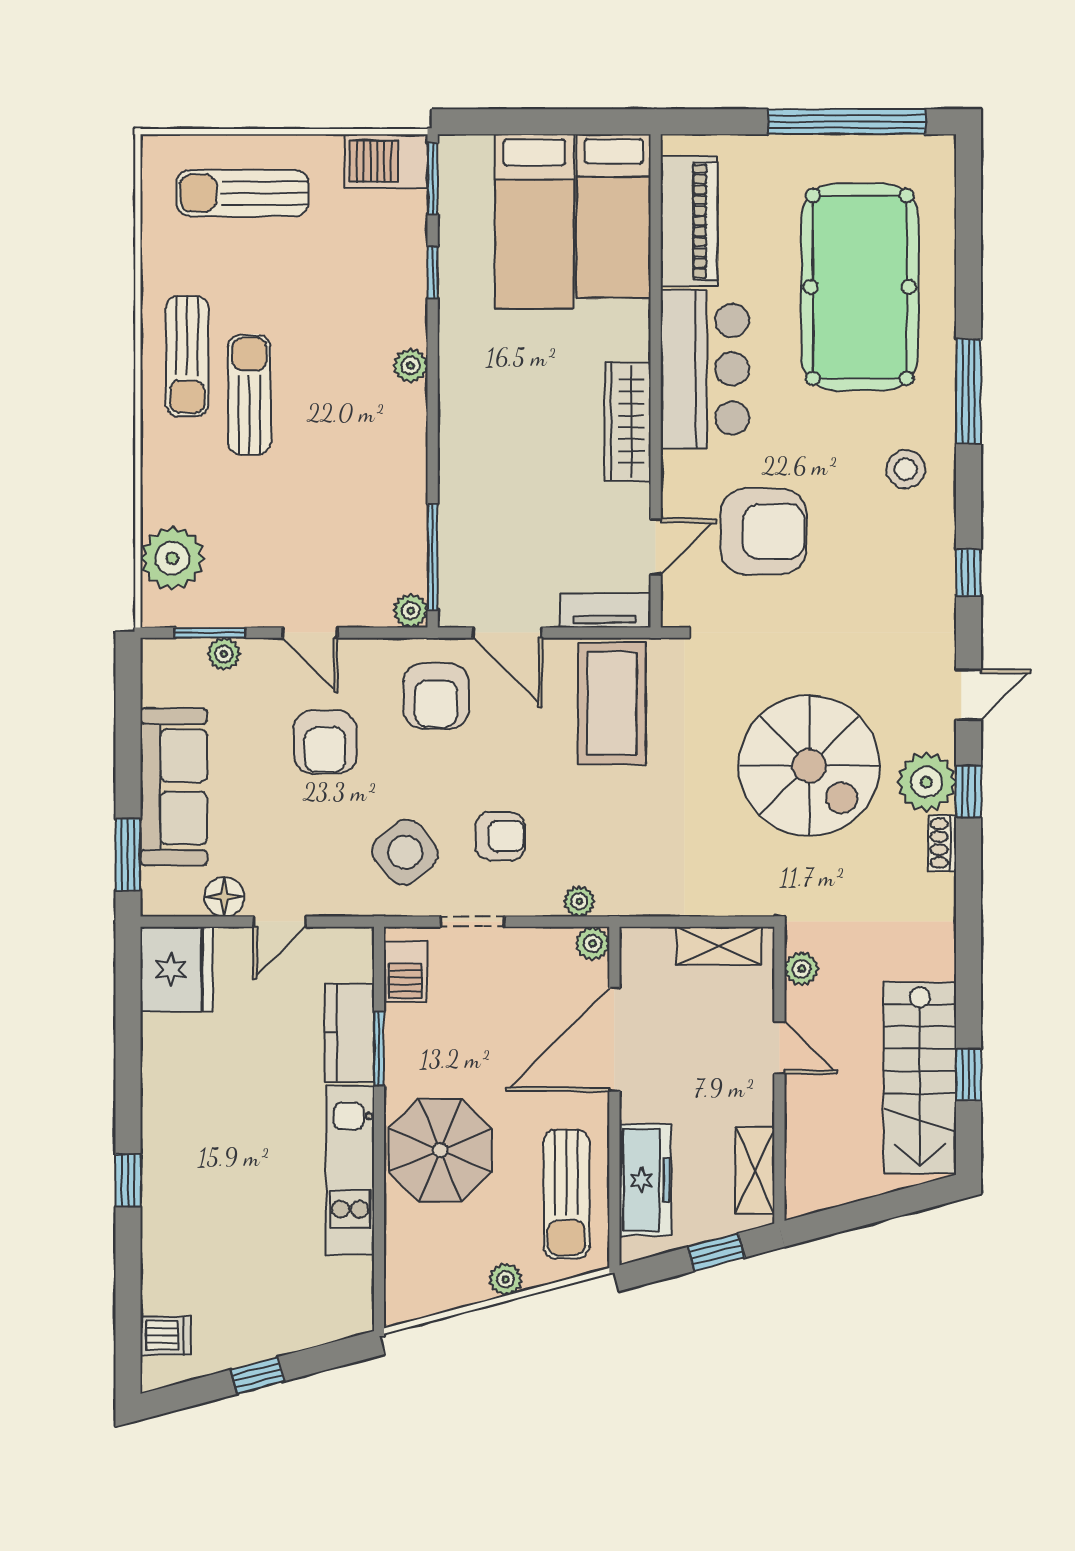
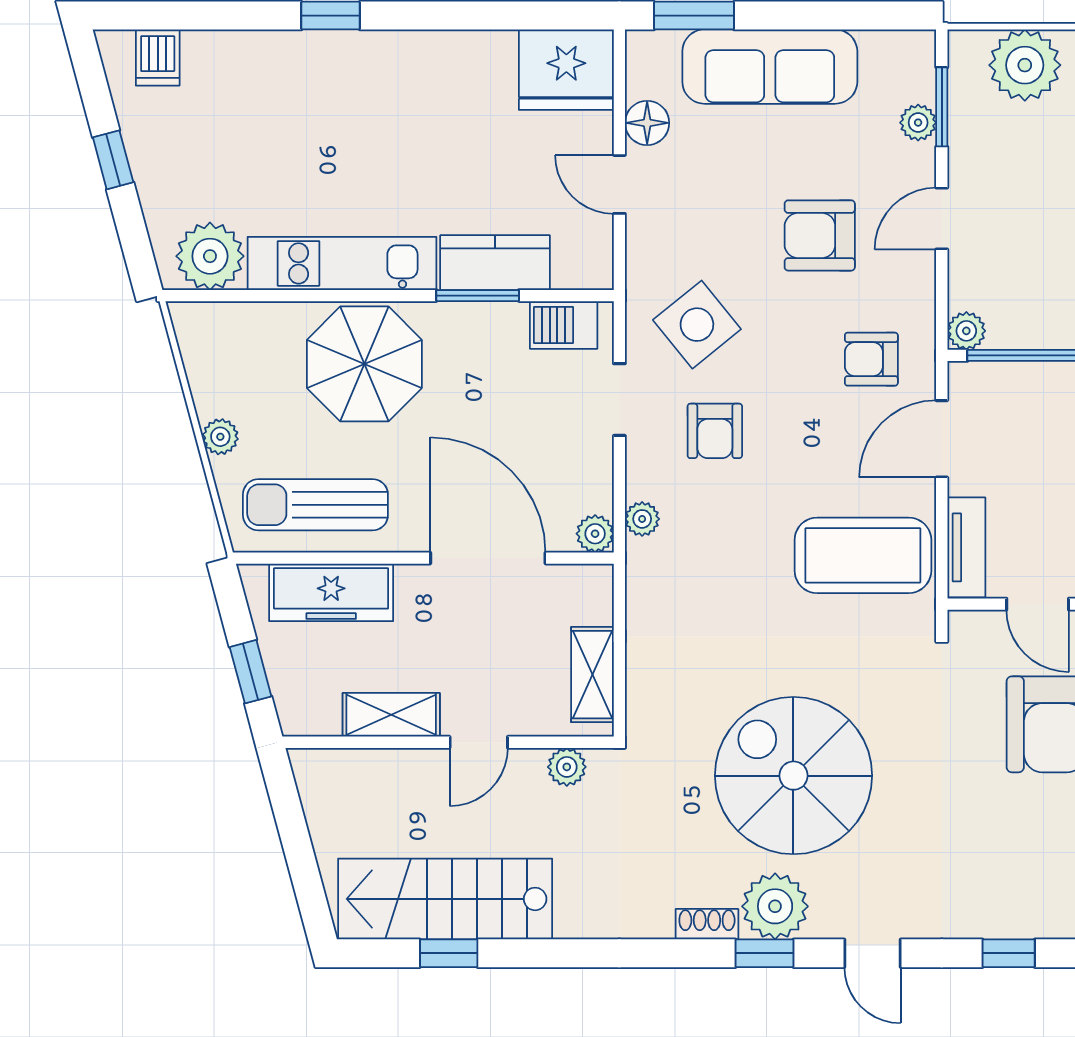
armchair: (436, 696) -> (871, 359), width x0.72, depth x0.72
spiral stairs: (809, 766) -> (793, 776), turned 90
shelving: (755, 1170) -> (391, 715), moved
plant: (344, 1289) -> (210, 256), added

